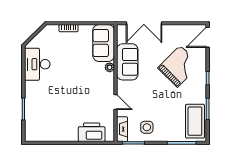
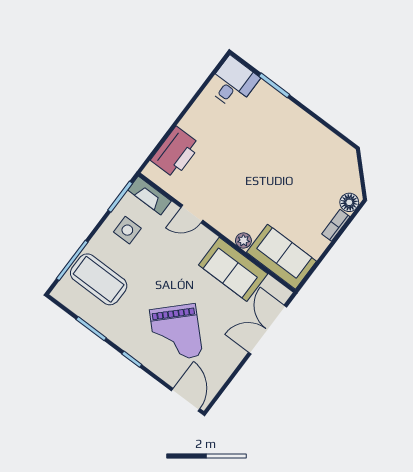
floor lamp: (53, 30) -> (349, 202), added
desk: (37, 64) -> (233, 83), moved, width x0.73
coffee table: (195, 121) -> (99, 279), moved

